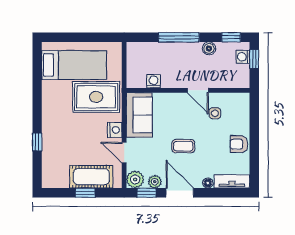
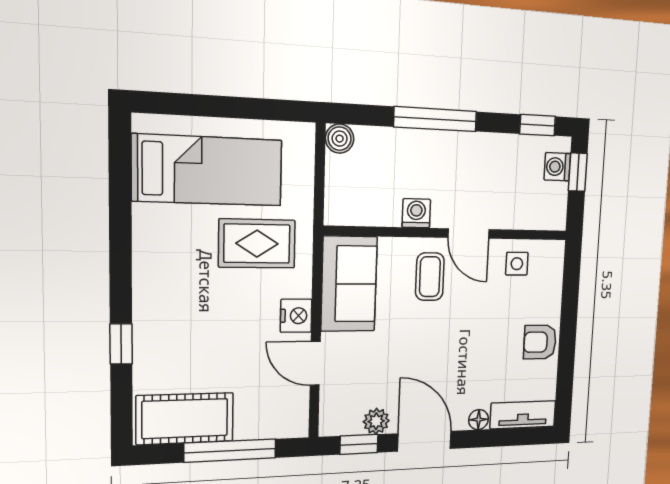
boiler: (209, 48) -> (340, 139), moved
washing machine: (154, 81) -> (416, 213), moved
rug: (96, 97) -> (257, 244), width x0.73, depth x0.70
side table: (215, 113) -> (517, 264), moved
coffee table: (183, 146) -> (430, 277), moved, turned 90
cot: (91, 177) -> (185, 419), moved
plant: (135, 179) -> (337, 418), removed
window: (85, 193) -> (230, 451), width x2.17

